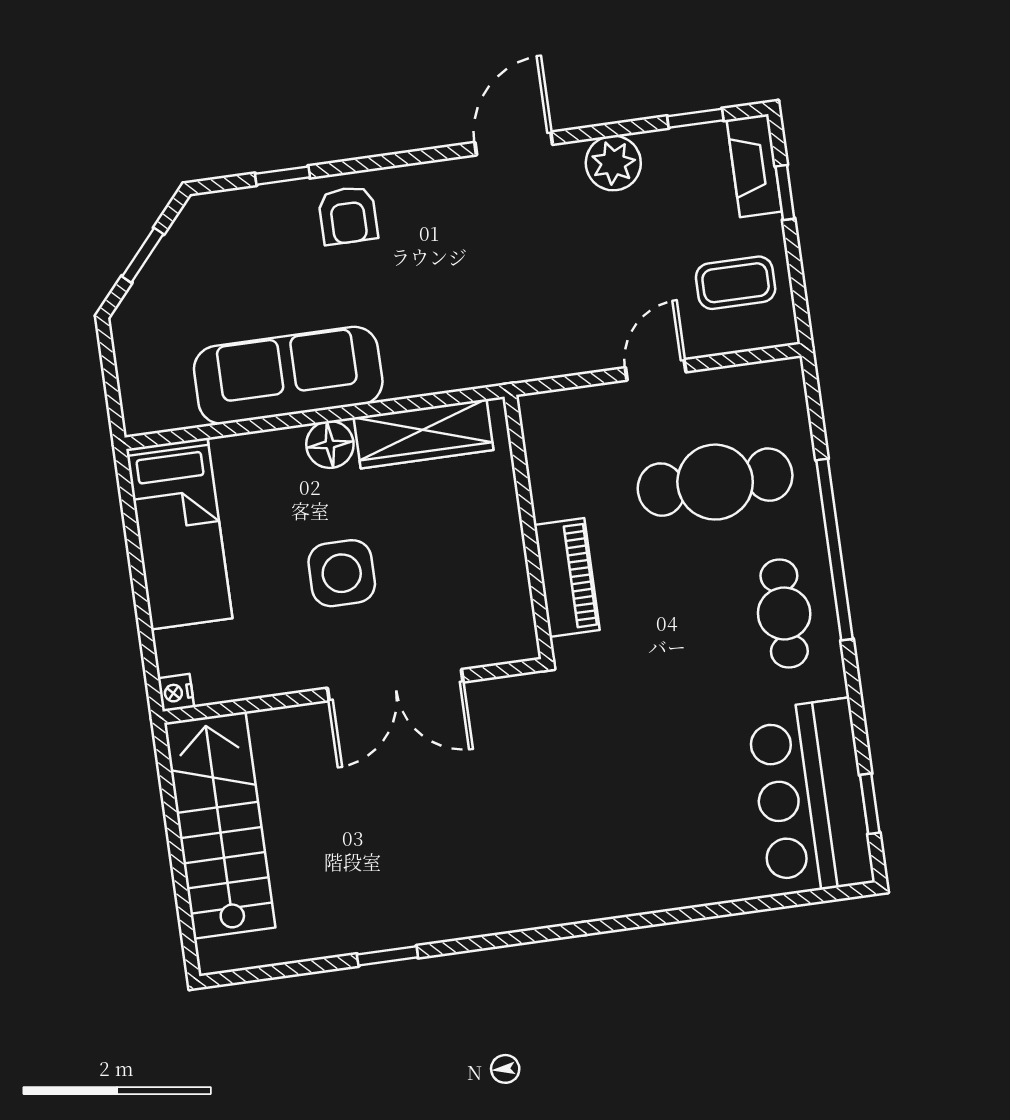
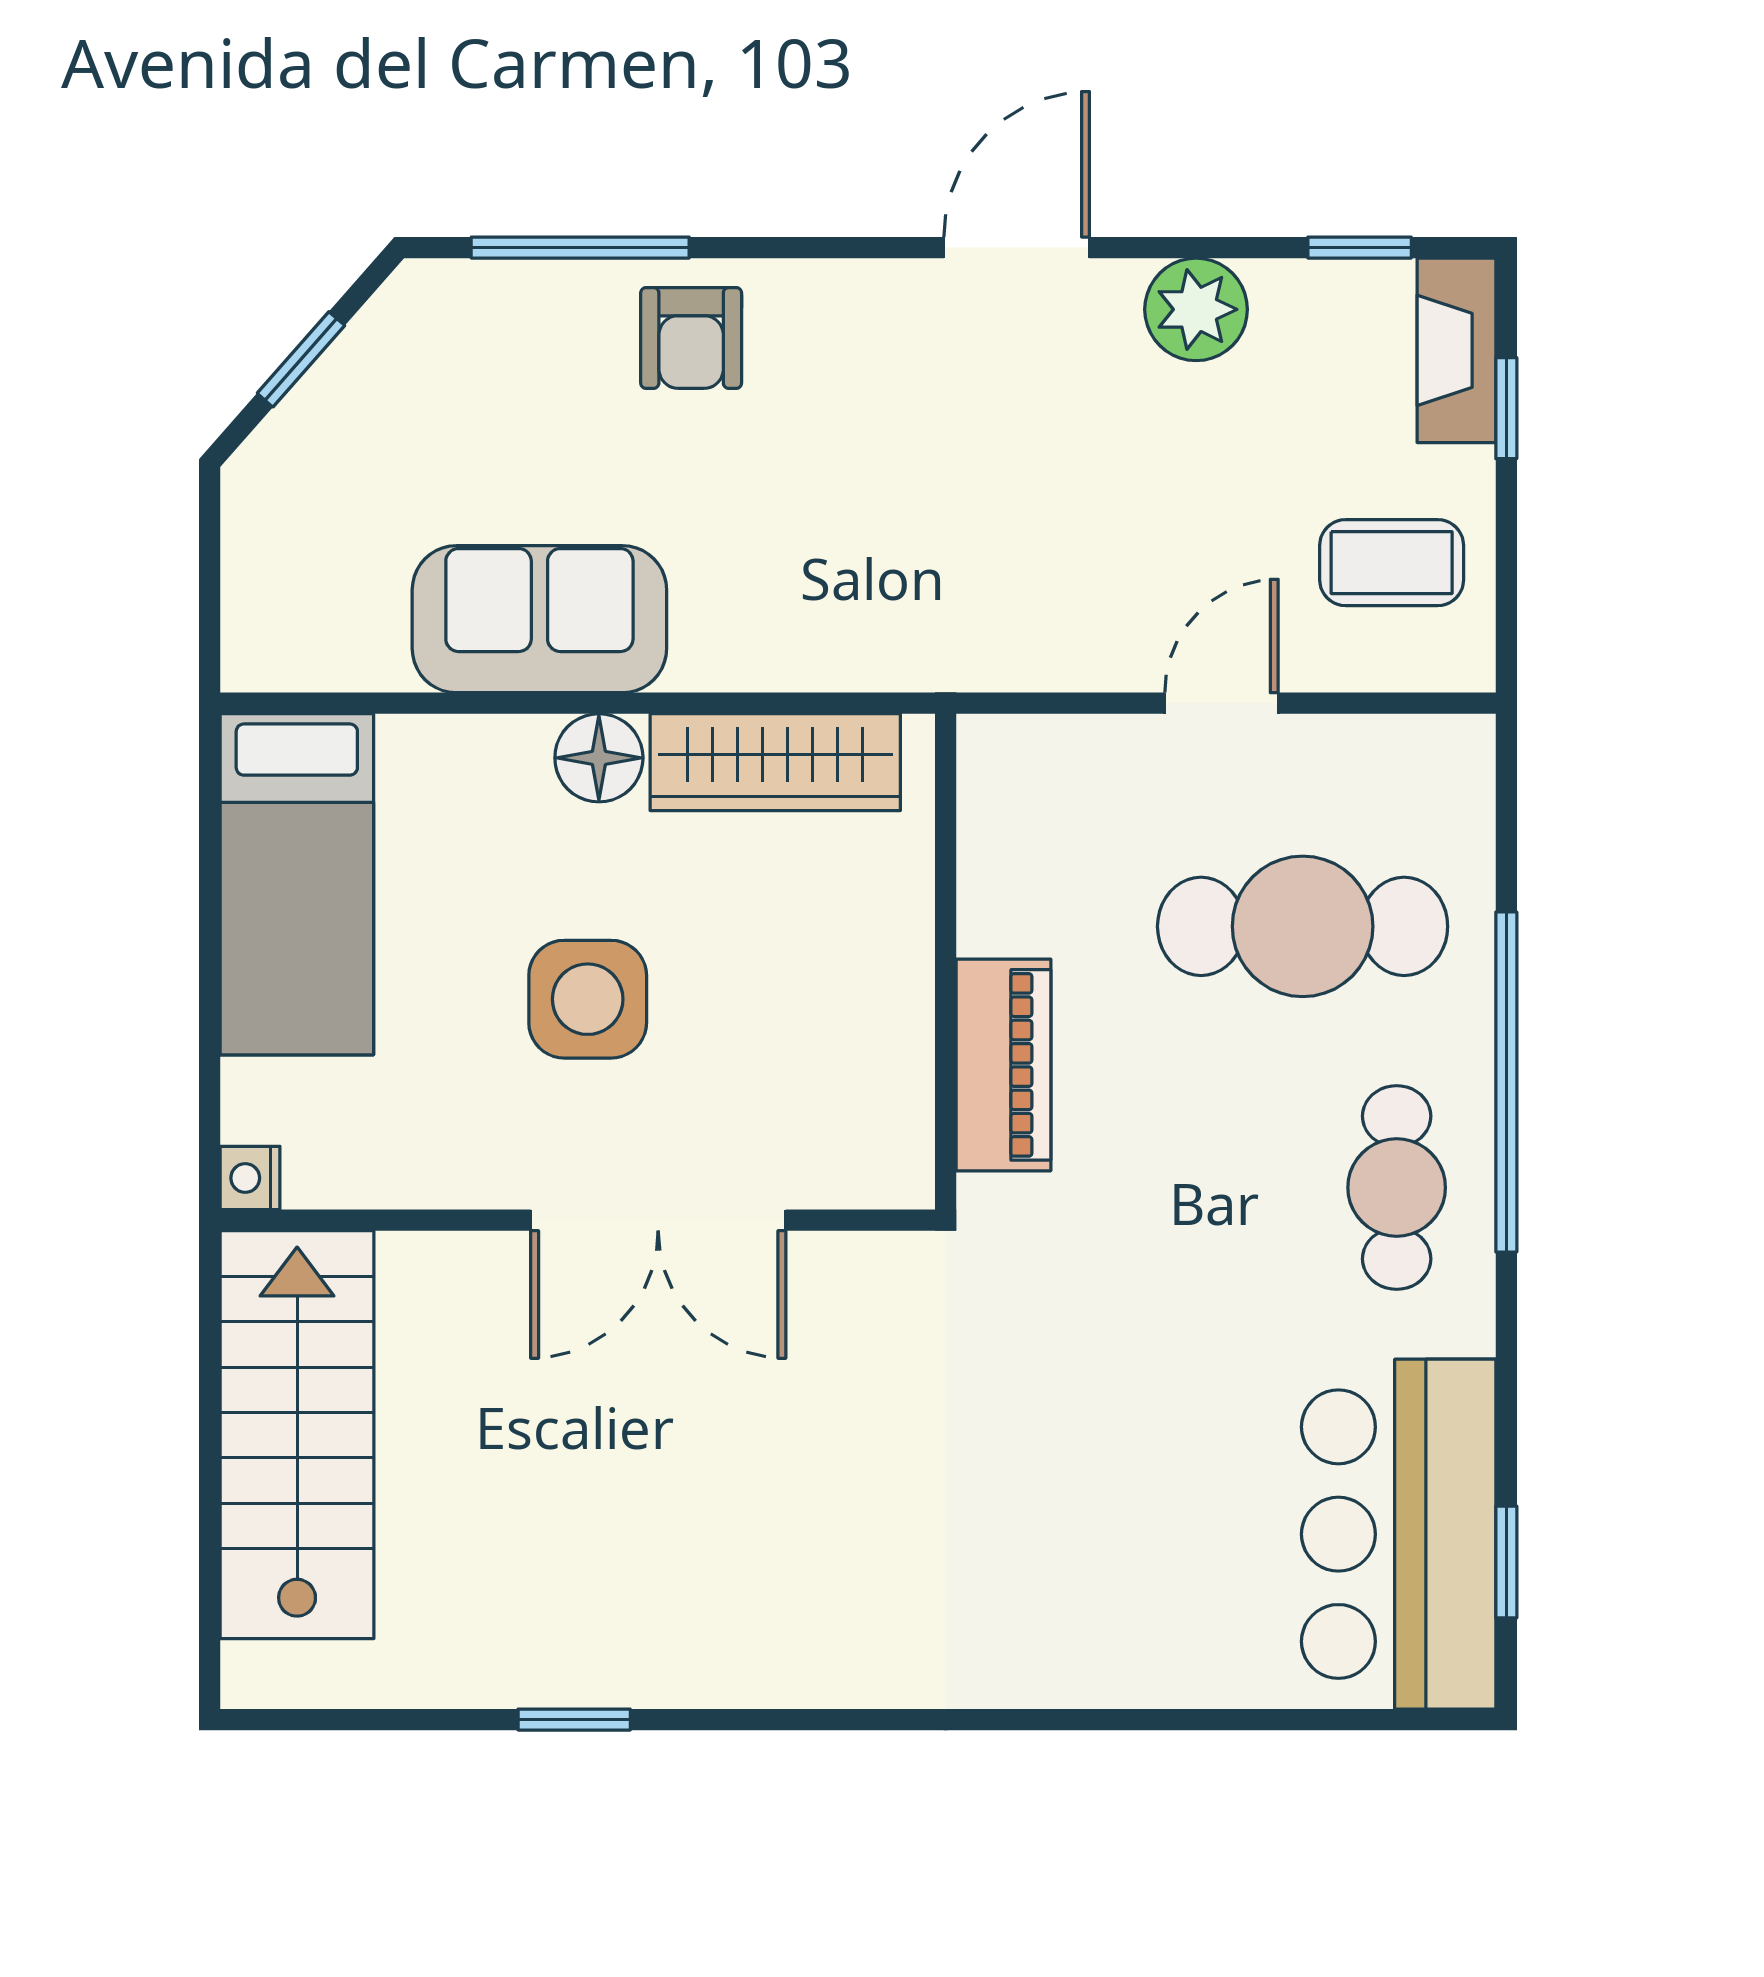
window: (282, 176) -> (580, 248), width x2.17
sofa: (288, 375) -> (539, 619), width x0.73

